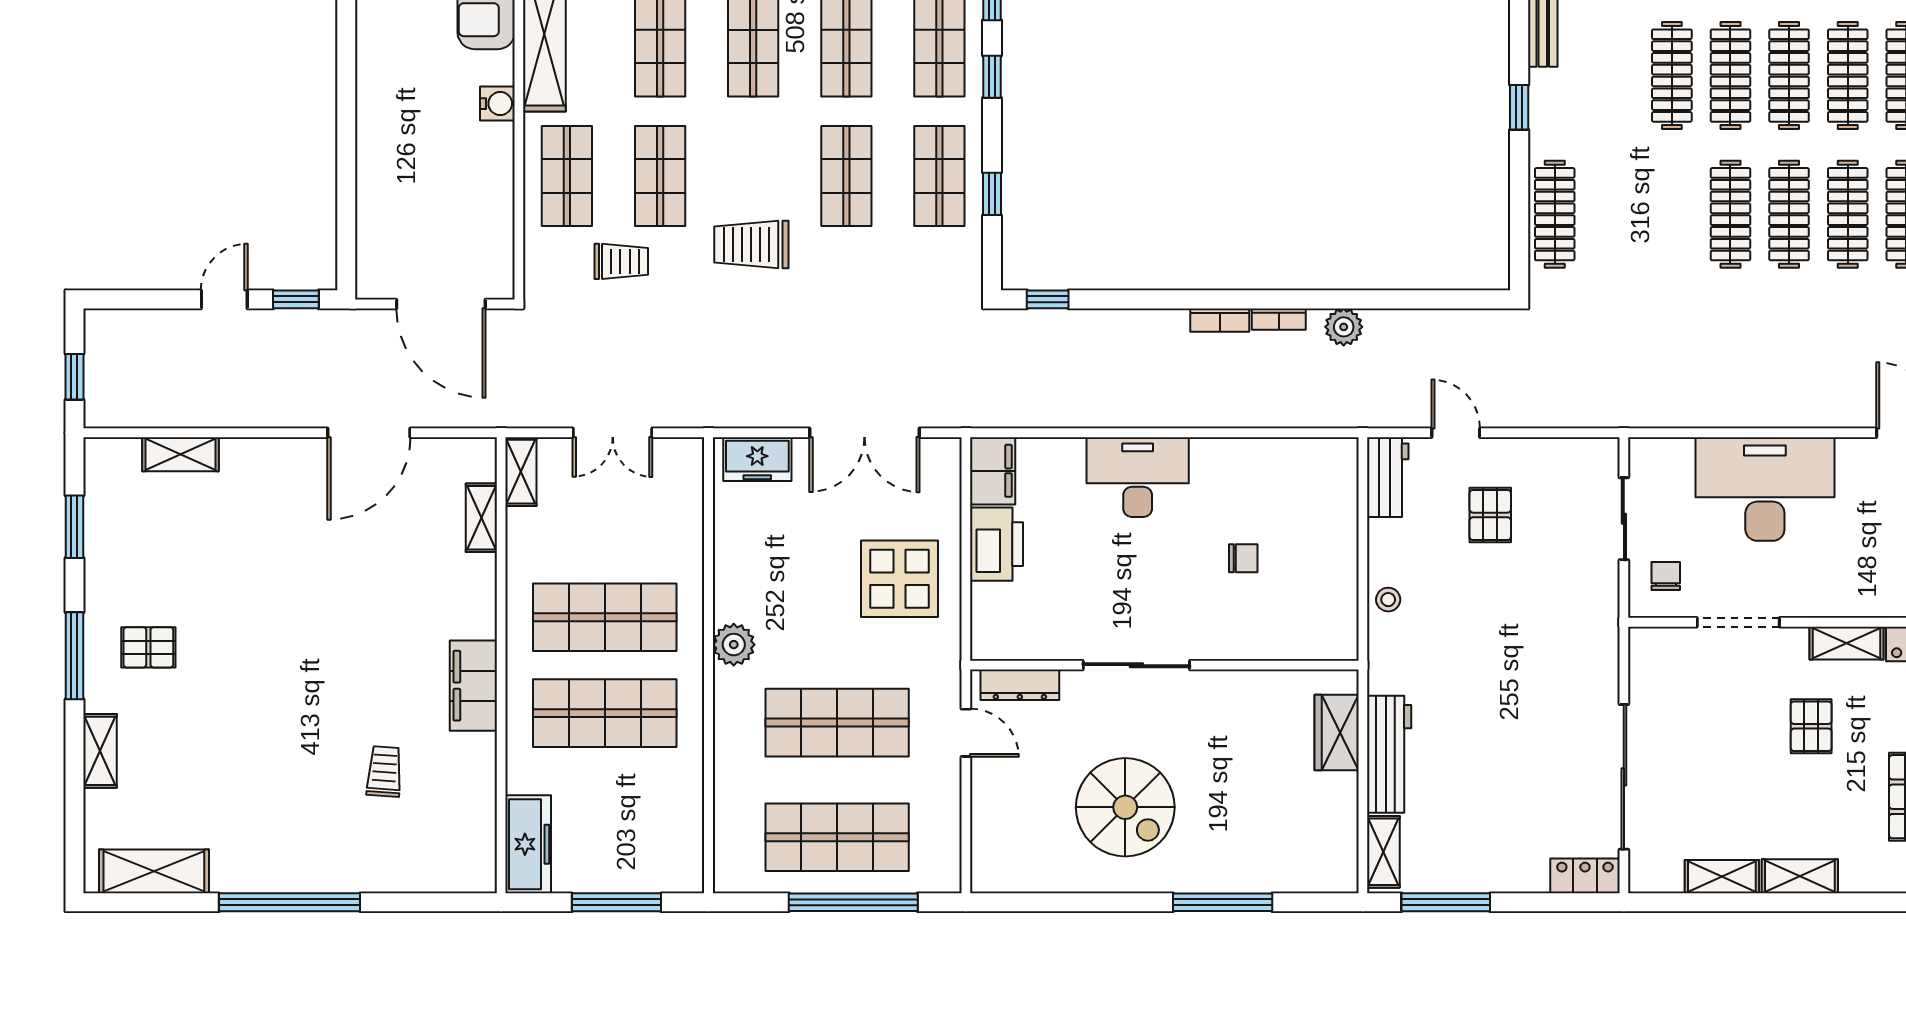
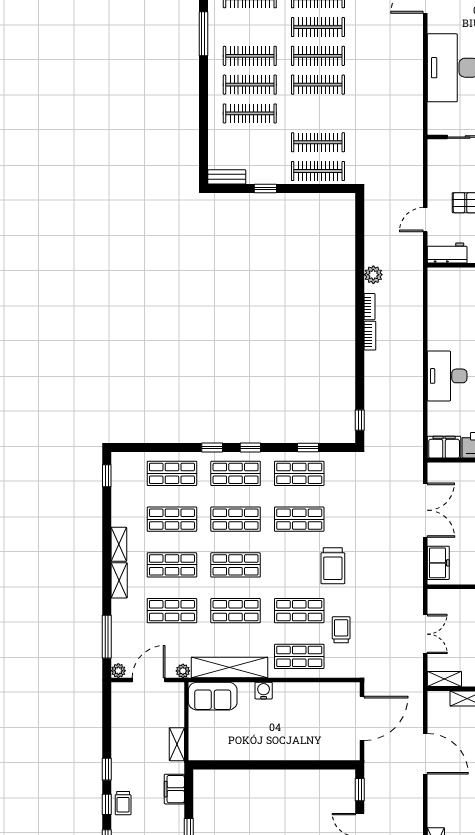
clothes rail: (1848, 76) -> (318, 142), moved

